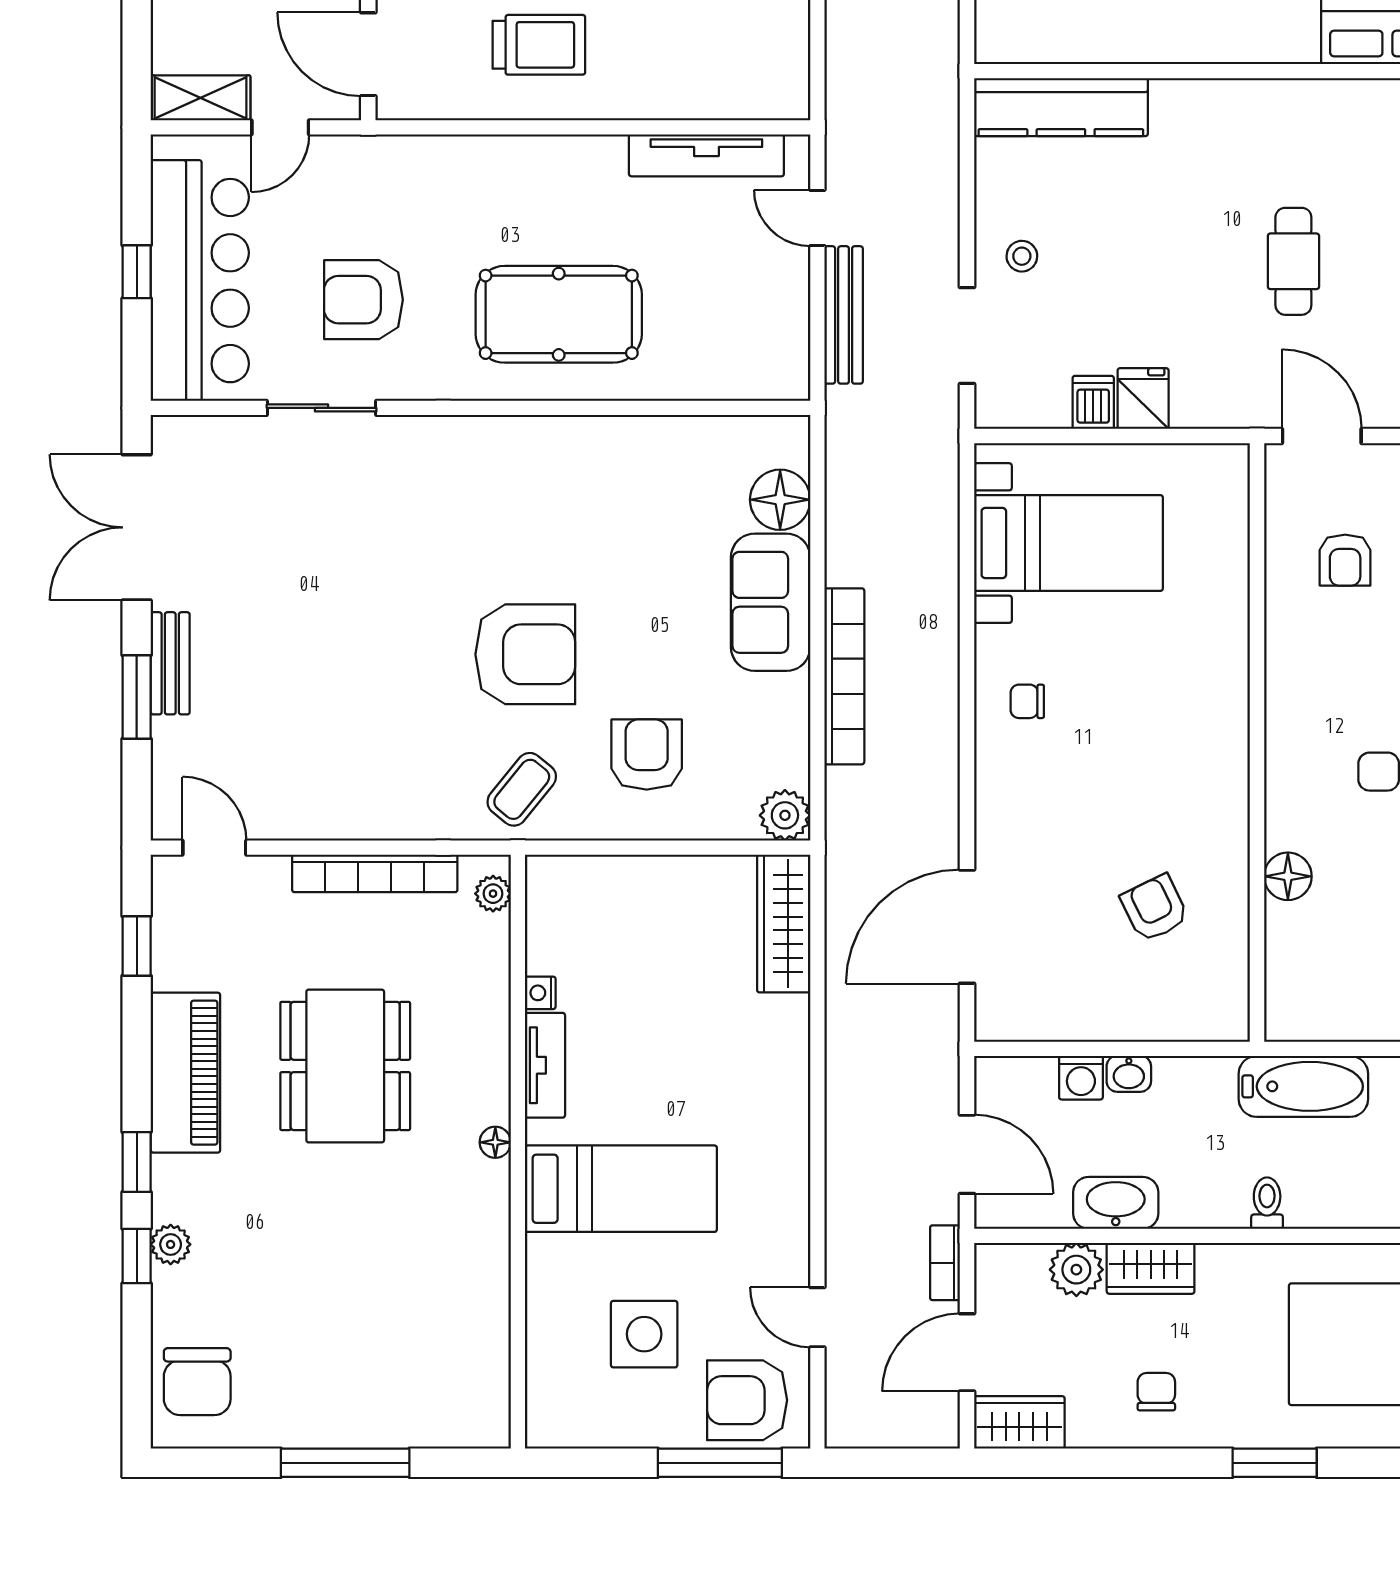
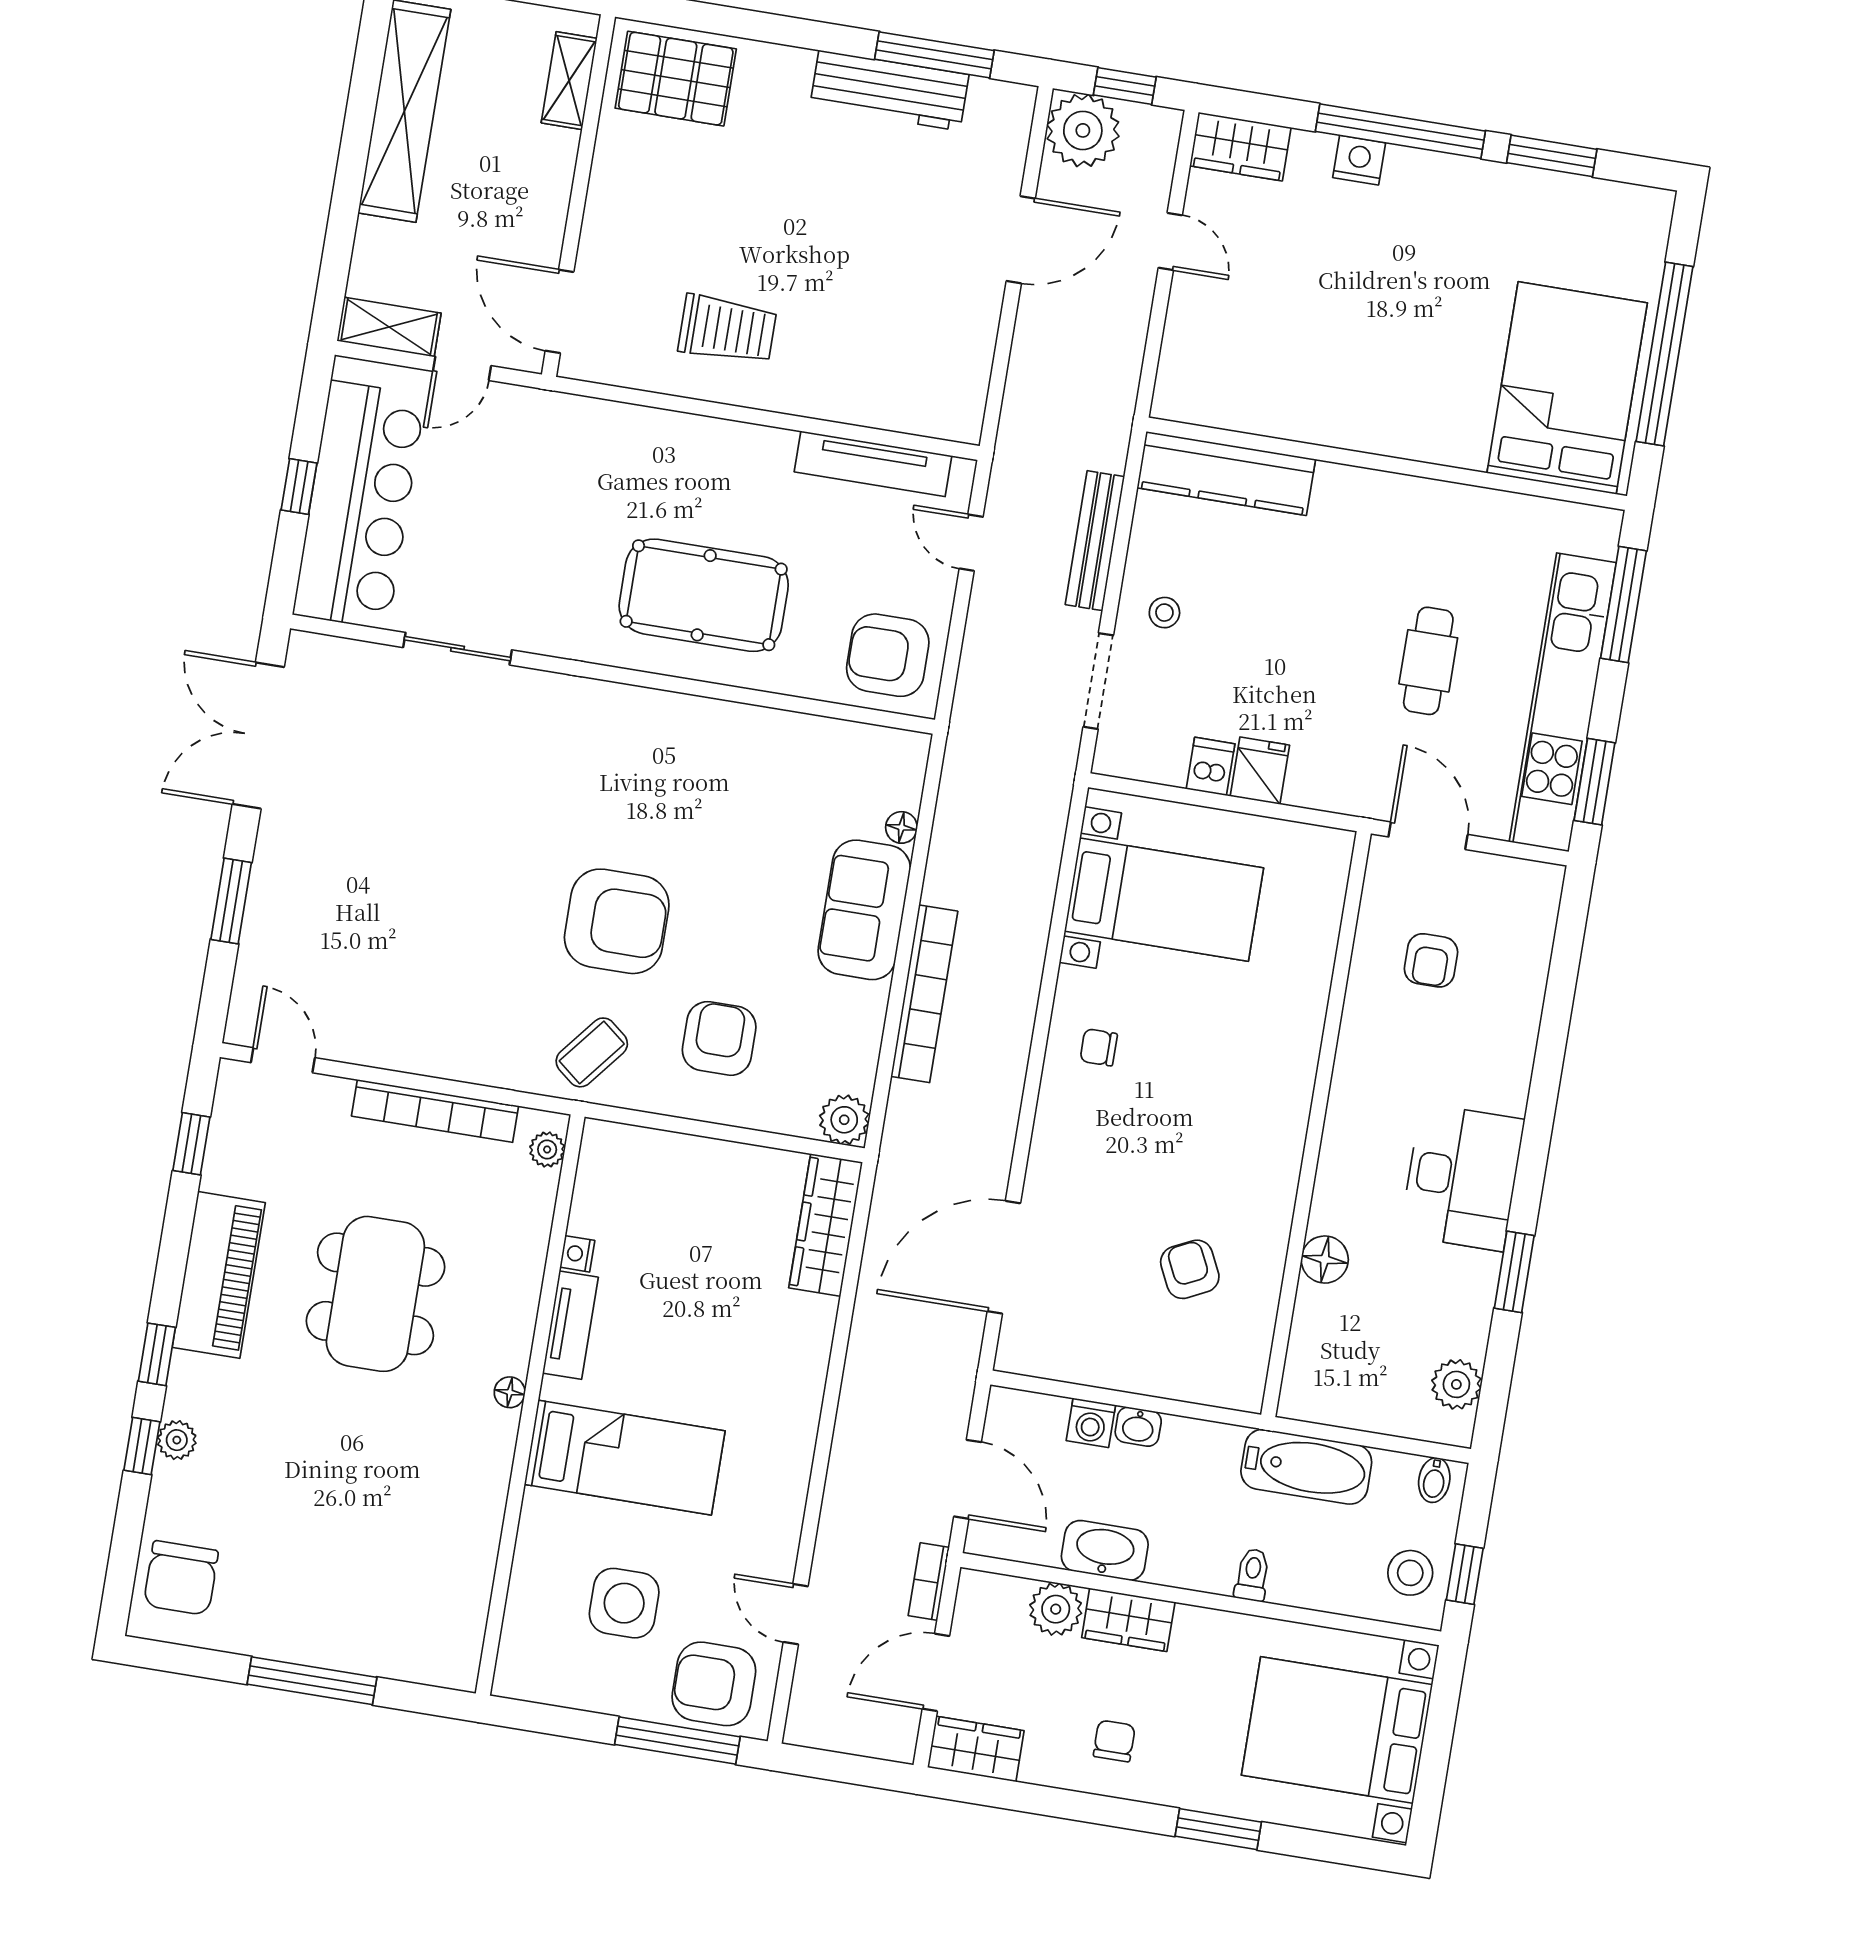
armchair: (363, 300) -> (888, 655), moved
bench: (844, 315) -> (1095, 541), moved
floor lamp: (780, 500) -> (901, 827), width x0.53, depth x0.53
bench: (170, 663) -> (269, 873), removed

